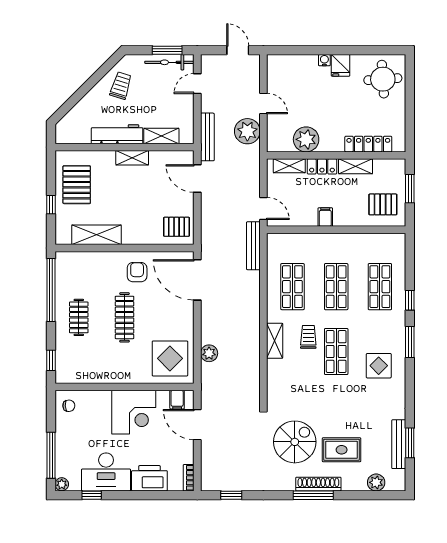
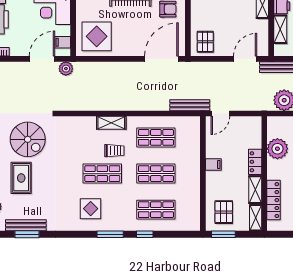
shelving: (289, 166) -> (256, 218), moved
window: (410, 189) -> (223, 234), moved
plant: (209, 353) -> (66, 69), moved

